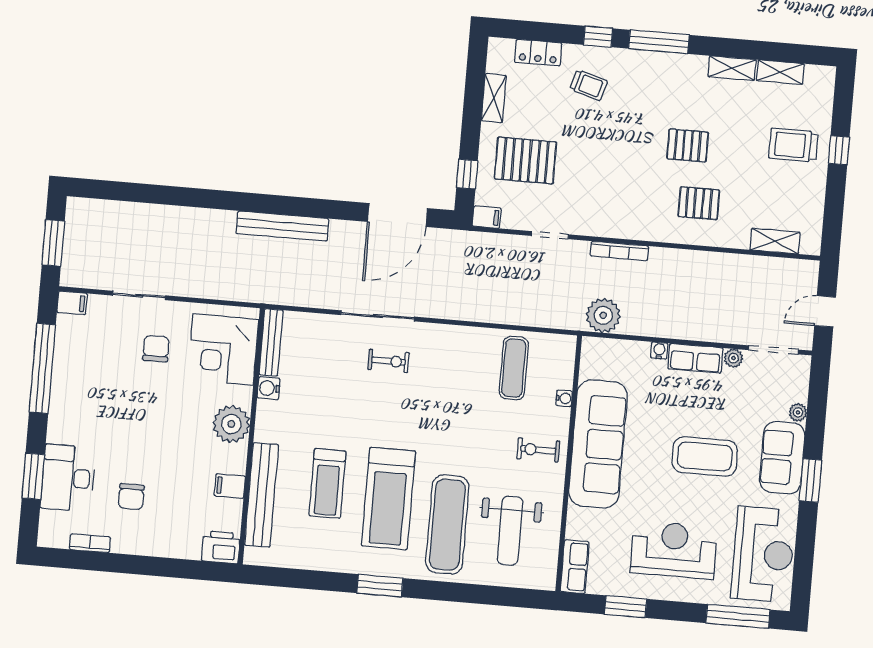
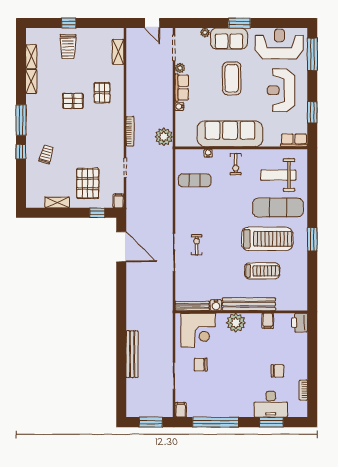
locker: (538, 53) -> (32, 182), removed
pallet: (688, 145) -> (73, 101), turned 90
bench: (282, 226) -> (132, 354), moved
bench: (262, 495) -> (249, 304), moved
weight bench: (510, 531) -> (278, 175), turned 180

